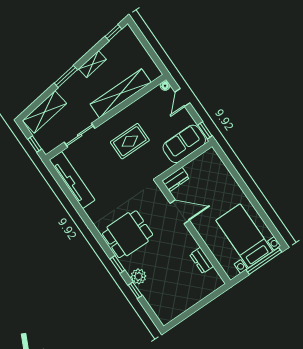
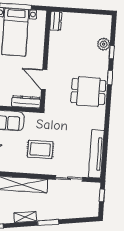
shelving: (45, 112) -> (80, 211), removed
dresser: (176, 179) -> (26, 102), width x1.44
dresser: (202, 260) -> (56, 21), moved
plant: (138, 276) -> (104, 44), moved

